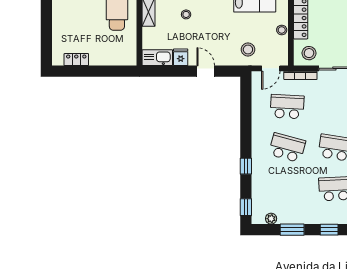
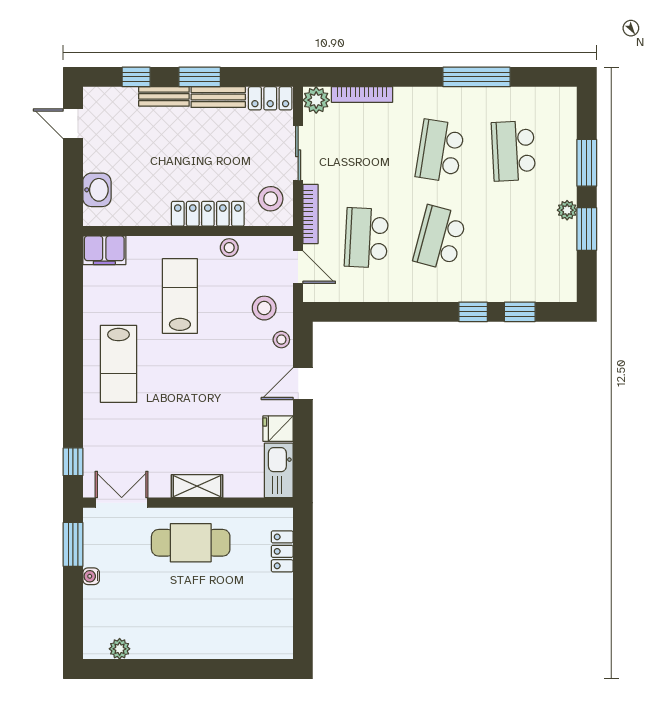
stool: (186, 14) -> (281, 340), moved
locker: (76, 60) -> (282, 551), moved
window: (246, 207) -> (520, 312), moved
plant: (271, 219) -> (567, 210), moved
window: (329, 230) -> (587, 163), width x1.50

